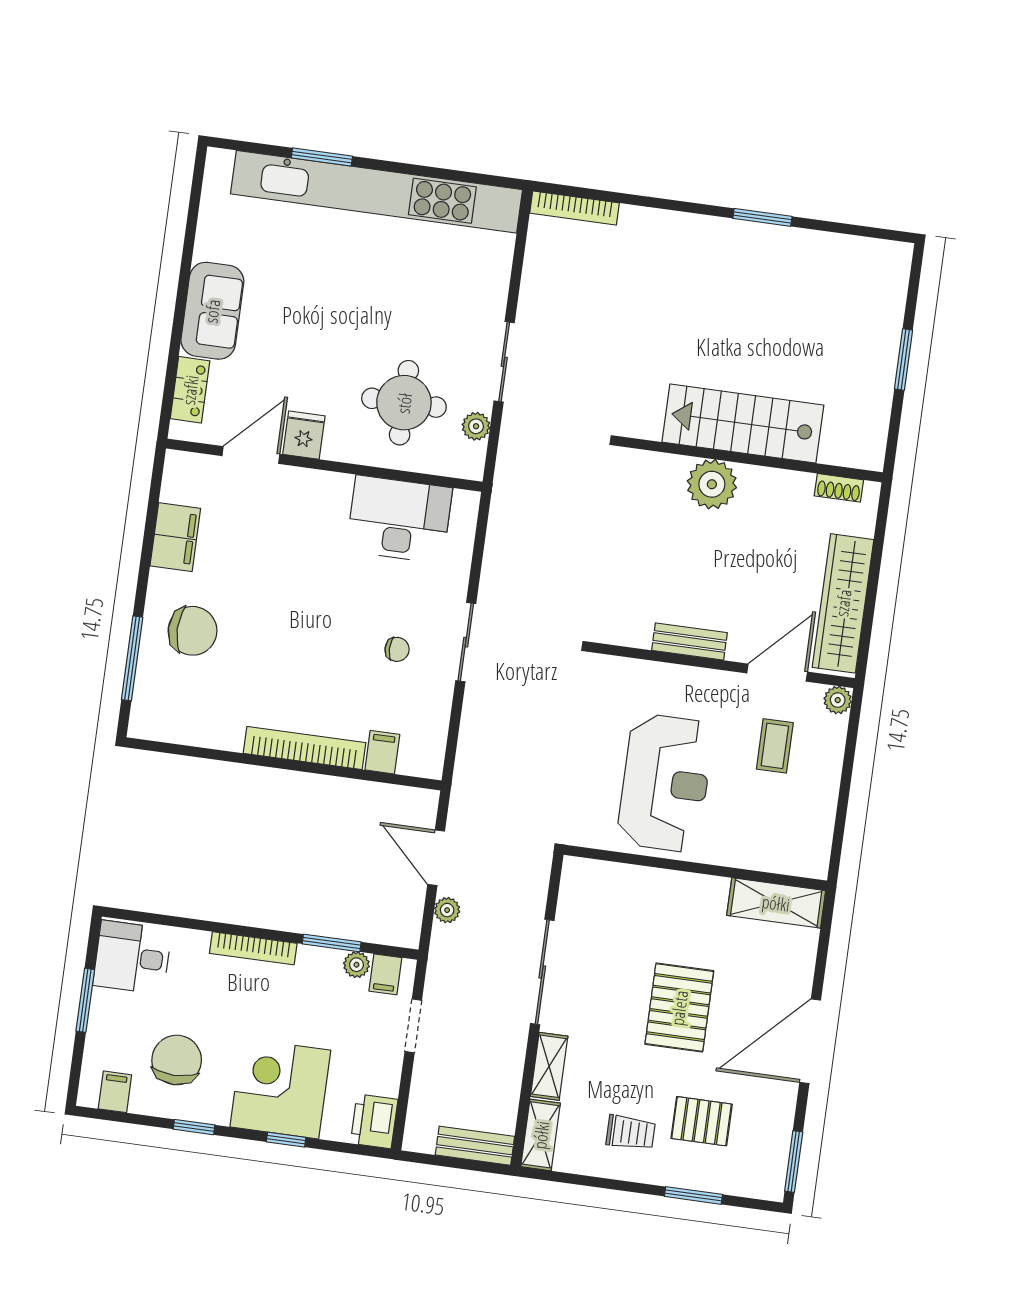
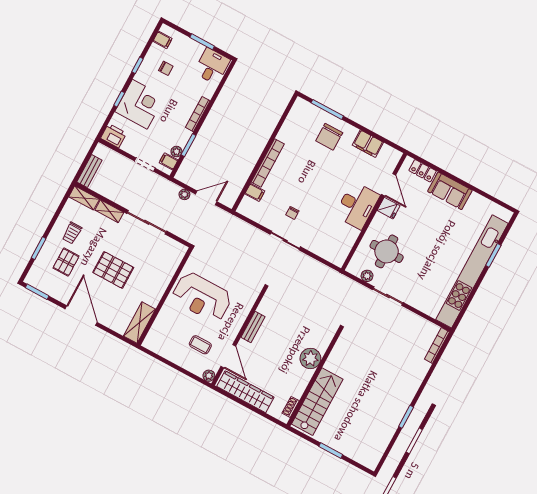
stairs: (743, 424) -> (317, 402), moved
desk: (399, 519) -> (357, 205), moved
chair: (177, 1060) -> (166, 68), width x0.54, depth x0.54

